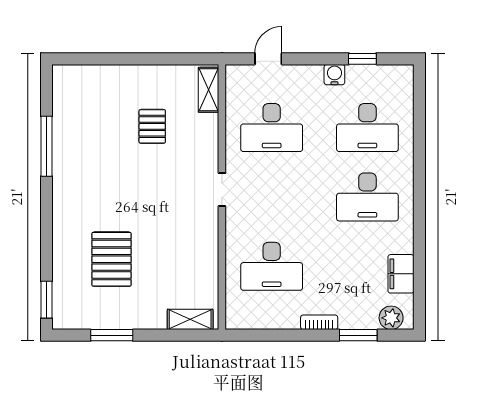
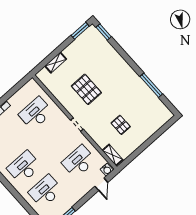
water cooler: (334, 75) -> (107, 170), moved
pallet: (112, 259) -> (86, 89), moved
shelving: (190, 319) -> (56, 63), moved
window: (112, 335) -> (80, 31), moved

